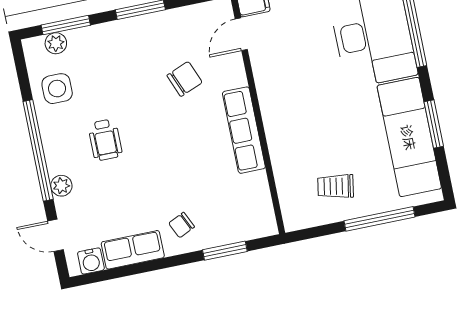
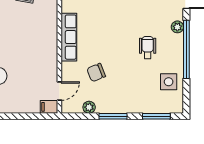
plant: (56, 43) -> (89, 107), moved

